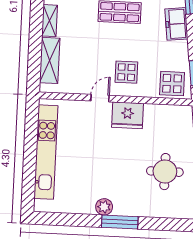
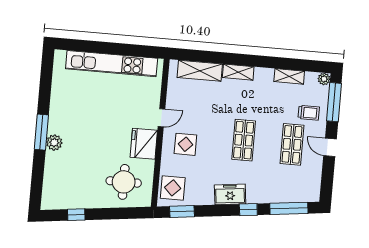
door: (100, 98) -> (161, 118), hinge flipped
round table: (165, 172) -> (124, 182), moved
plant: (104, 207) -> (54, 143), moved

